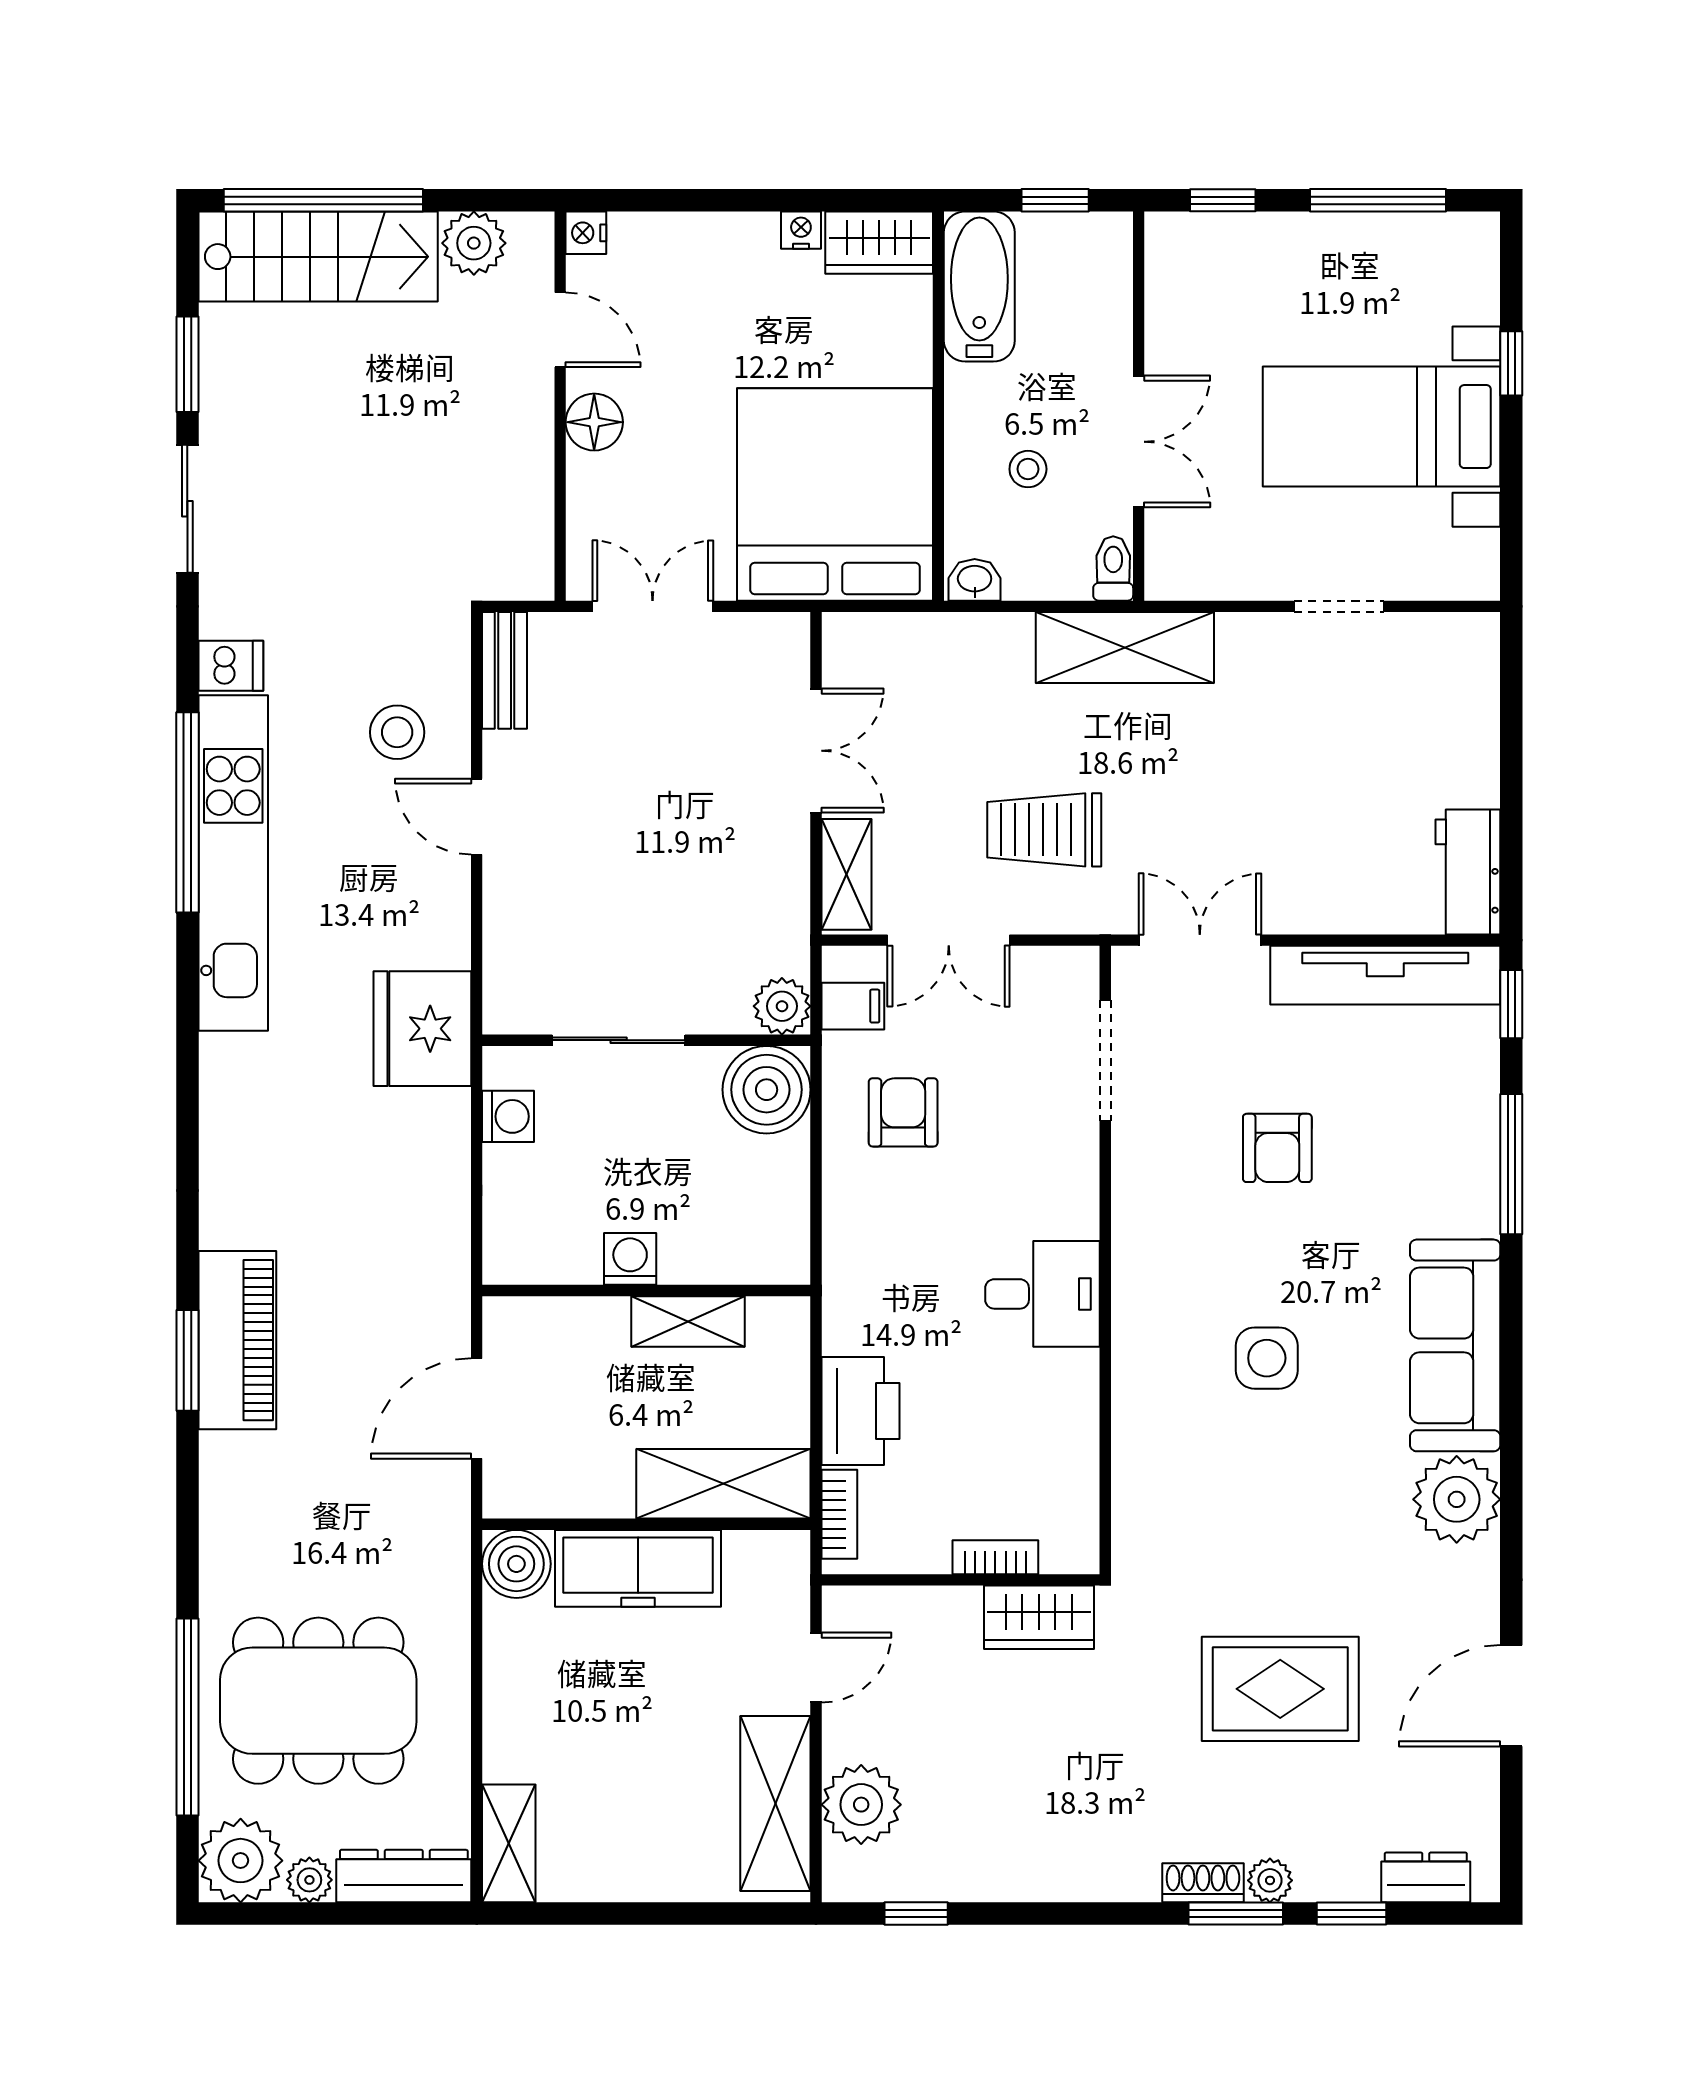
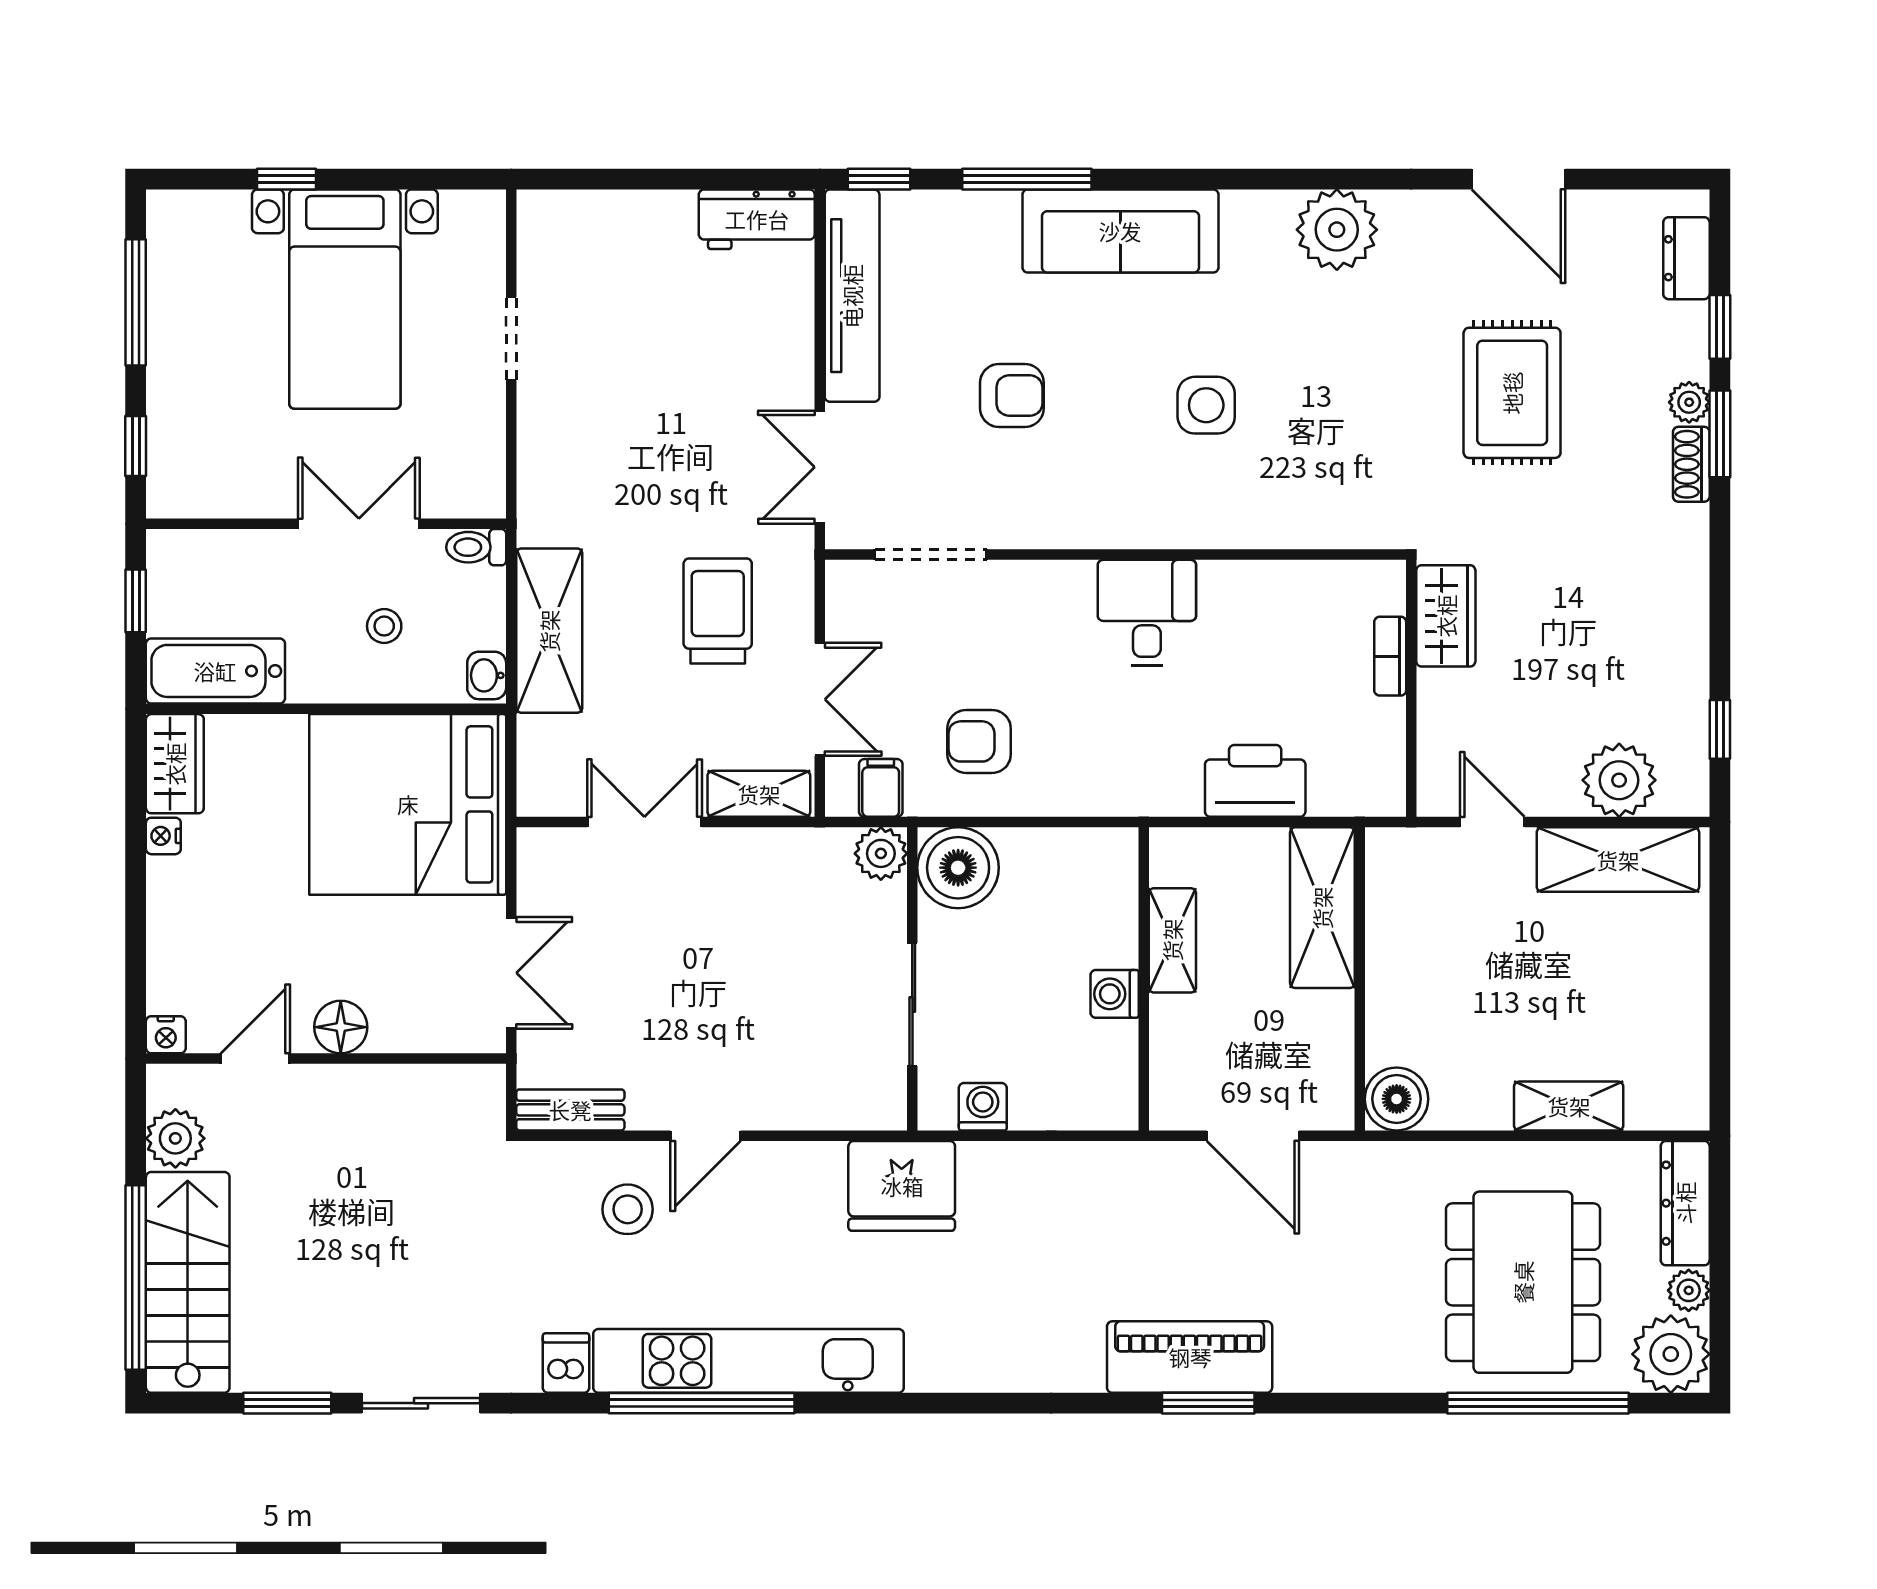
double door: (653, 606) -> (511, 973), swing flipped
shelving: (1125, 648) -> (549, 631), moved
trolley: (1044, 830) -> (718, 611), turned 180
sofa: (1455, 1345) -> (1120, 231), moved
bookcase: (839, 1514) -> (1351, 800), removed
freezer: (638, 1568) -> (1401, 987), removed
shelving: (509, 1843) -> (1569, 1106), moved

